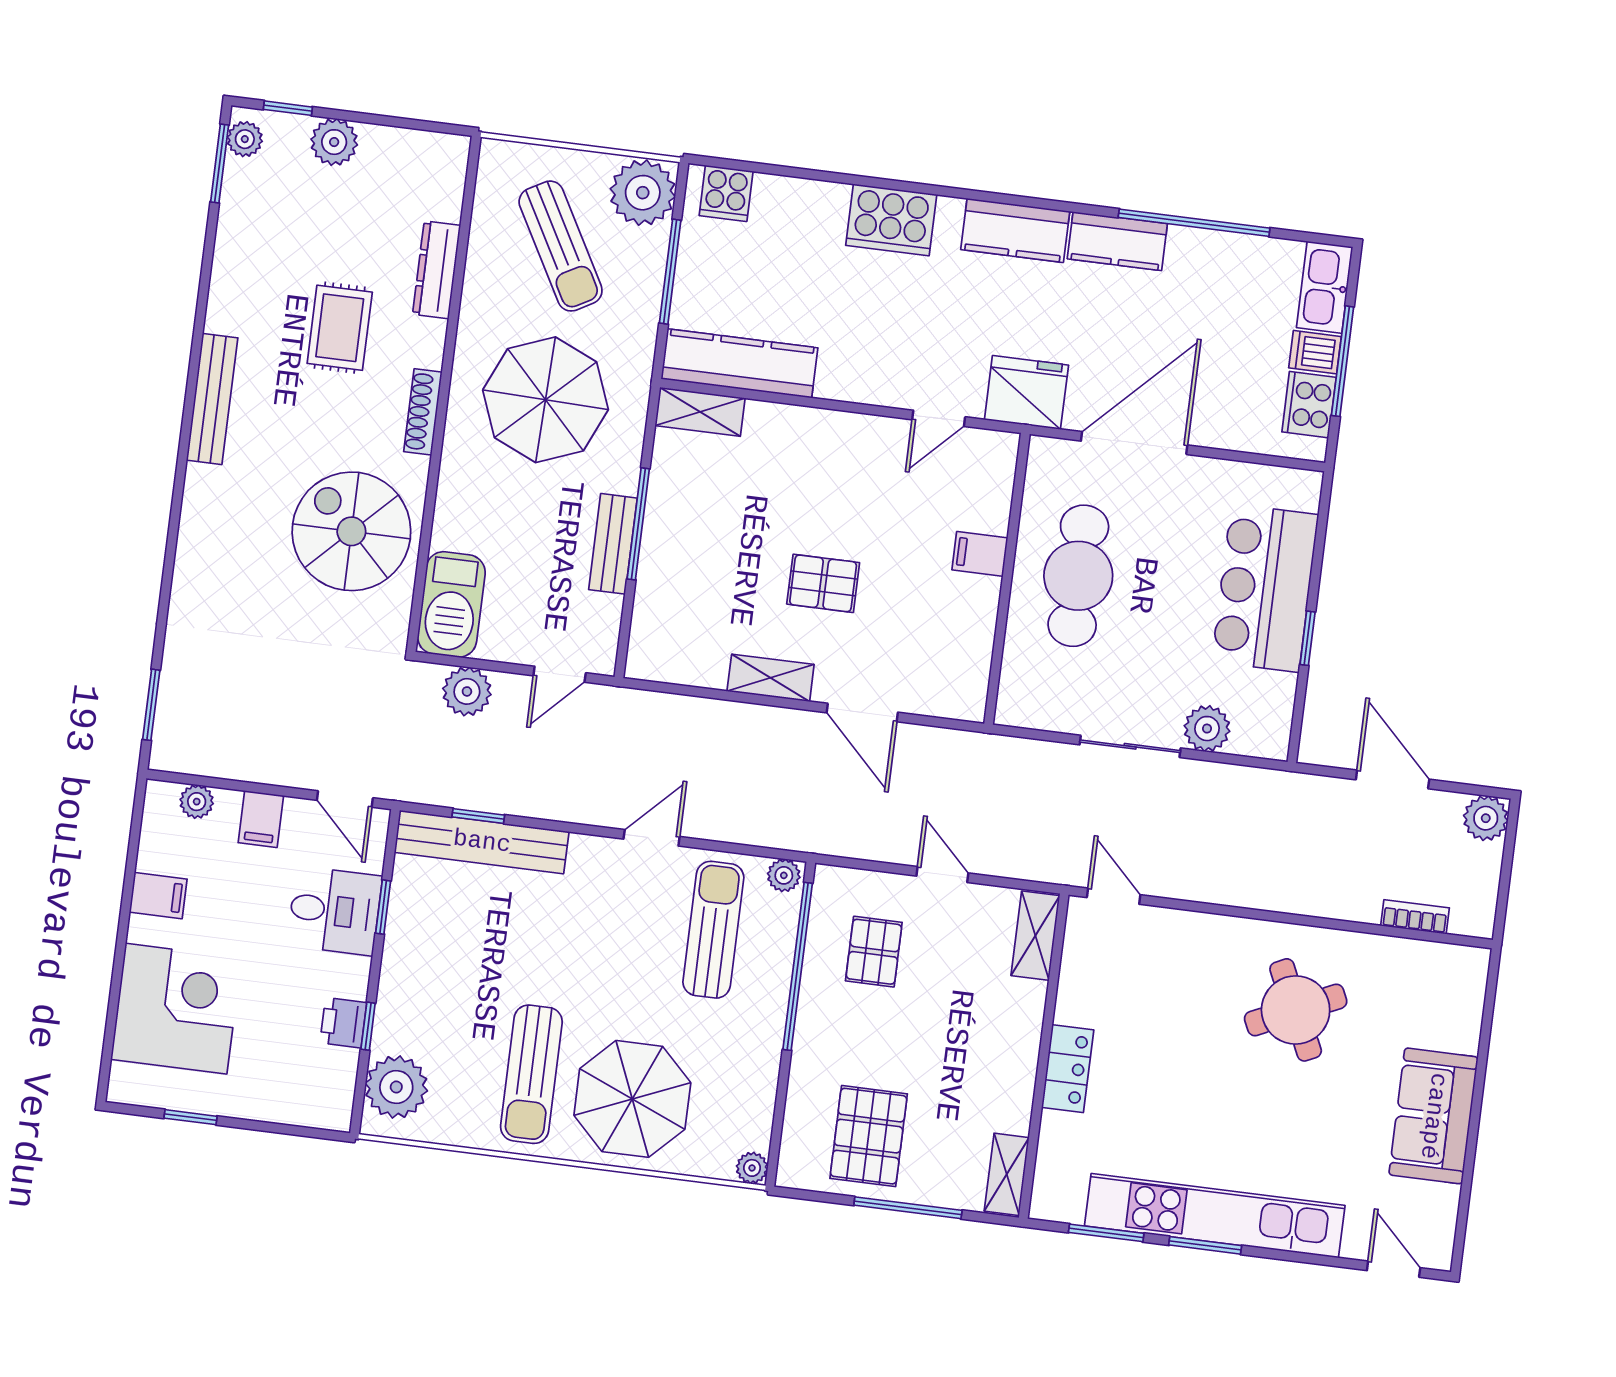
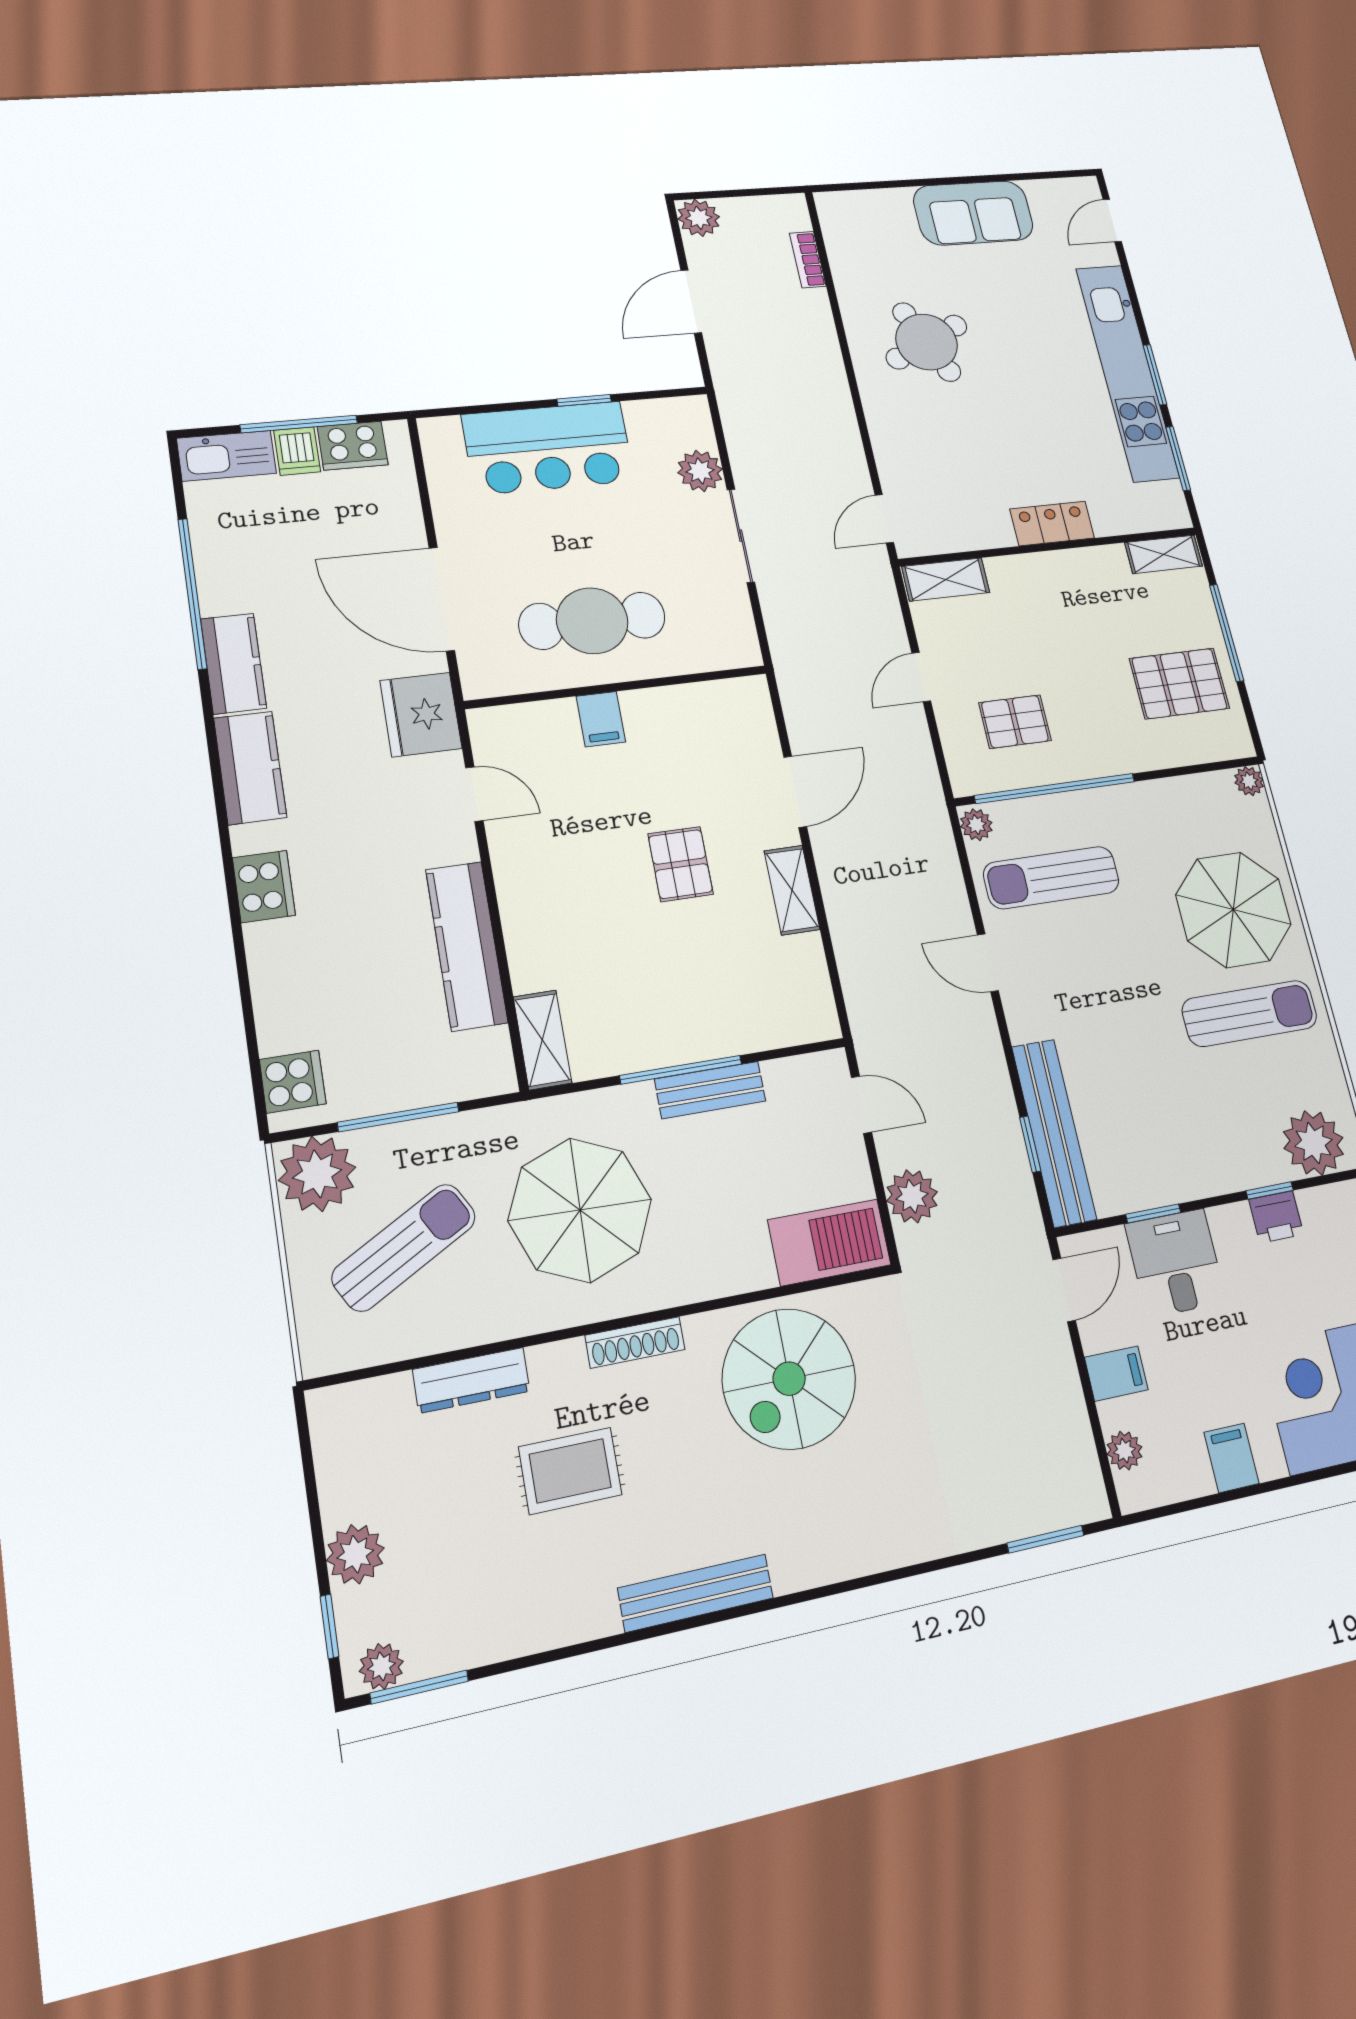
cooker: (891, 220) -> (264, 886), width x0.73, depth x0.76
kitchen counter: (739, 363) -> (467, 946), moved

